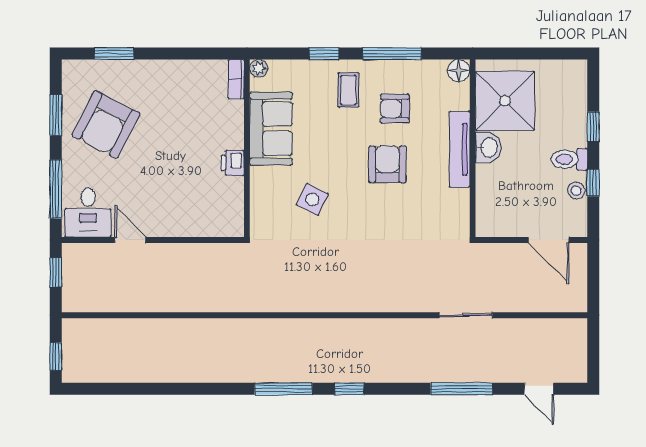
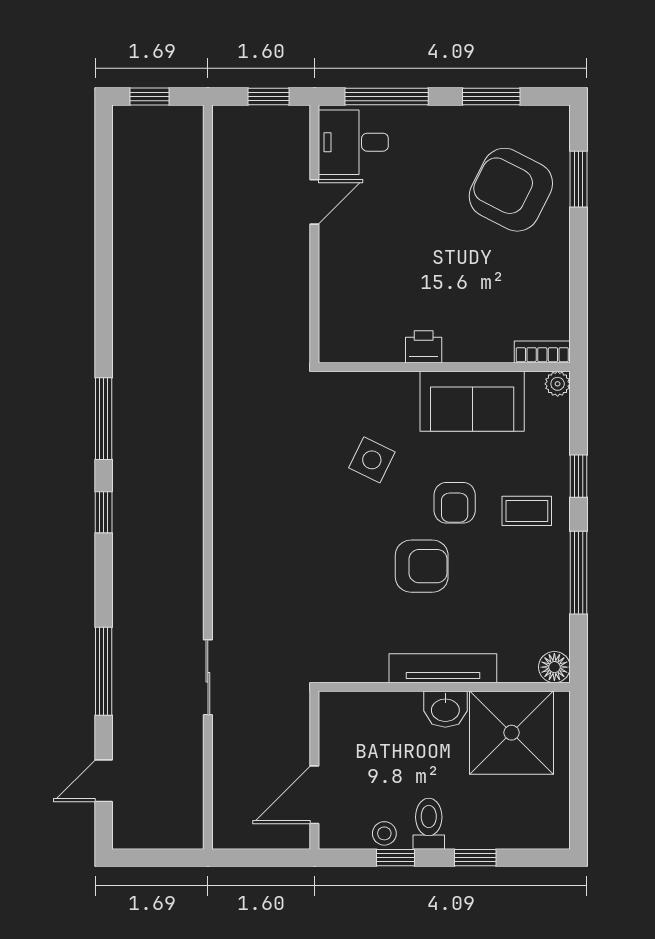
armchair: (395, 109) -> (455, 503), moved, turned 180
armchair: (106, 125) -> (511, 190), moved

